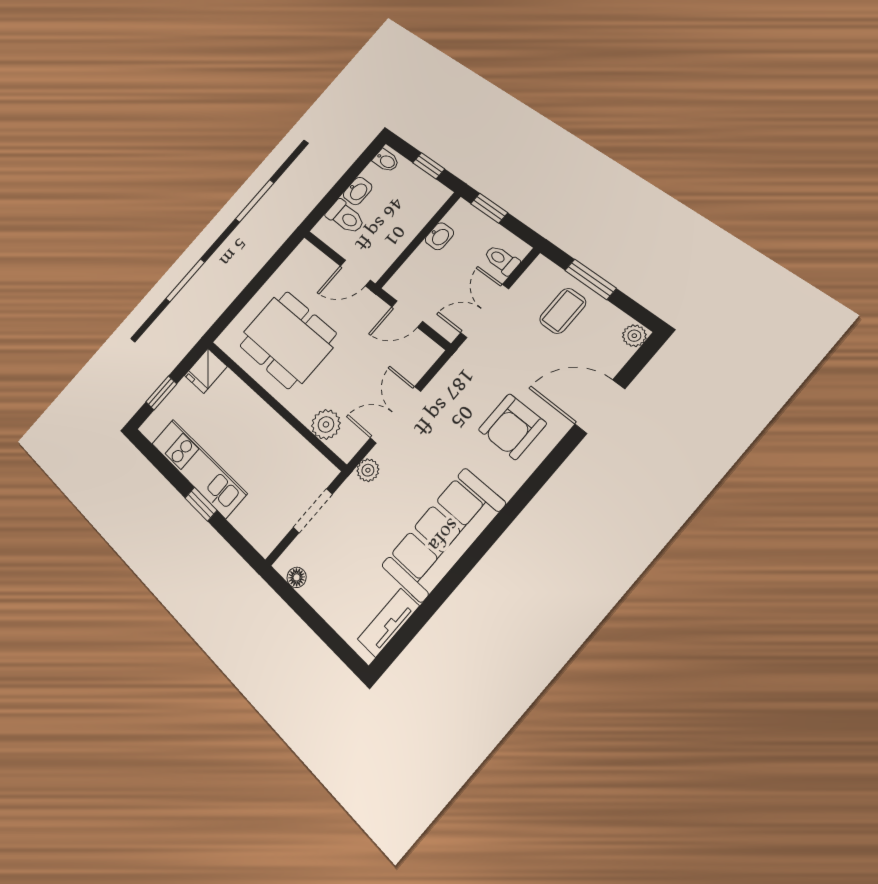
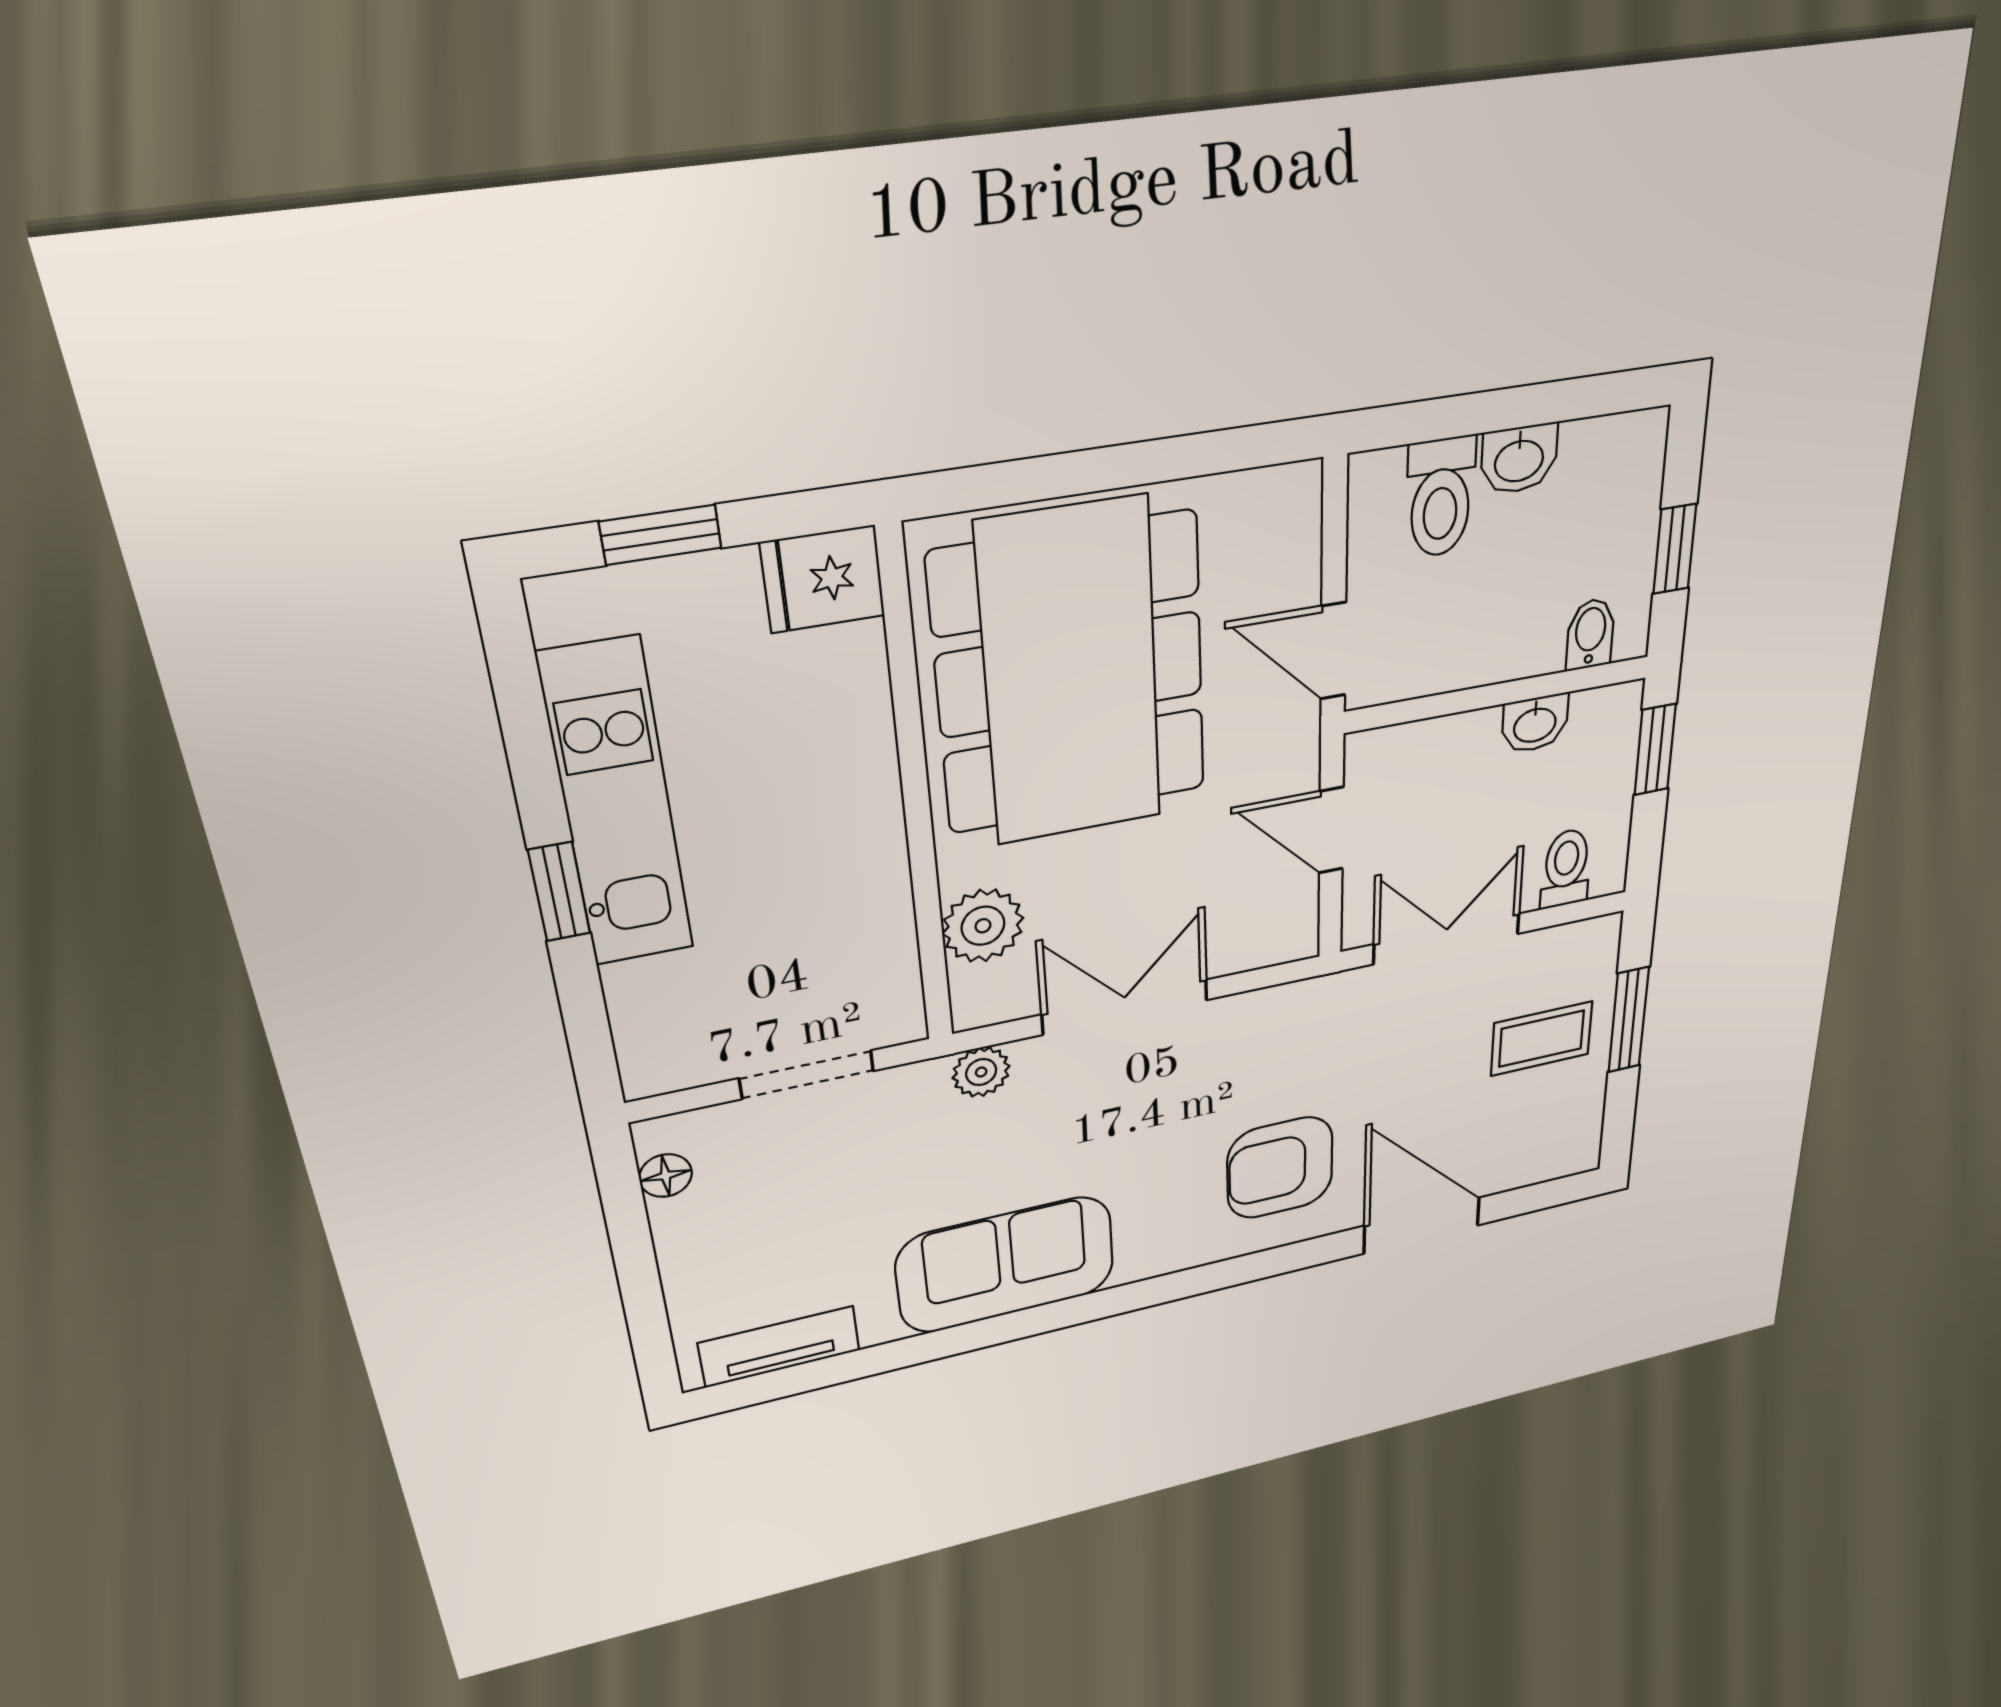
bidet: (386, 161) -> (1590, 634), moved, turned 180
plant: (634, 336) -> (1575, 1156), removed
dining table: (288, 340) -> (1071, 674), width x1.36, depth x1.24
sofa: (443, 535) -> (1006, 1265), width x0.73

